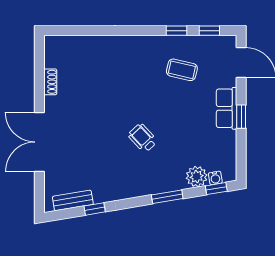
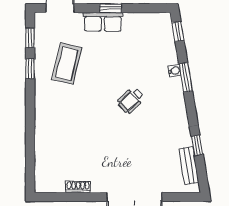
coffee table: (182, 70) -> (67, 64), width x1.36, depth x1.30
plant: (197, 177) -> (167, 50), removed
water cooler: (215, 178) -> (174, 71), moved

